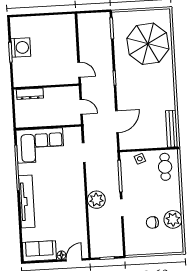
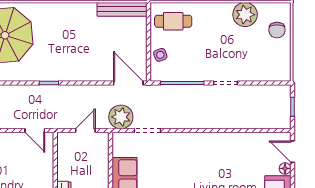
door: (79, 70) -> (35, 130), swing flipped
door: (117, 122) -> (128, 83), moved
plant: (96, 200) -> (121, 117), moved
chair: (152, 222) -> (277, 30), moved

